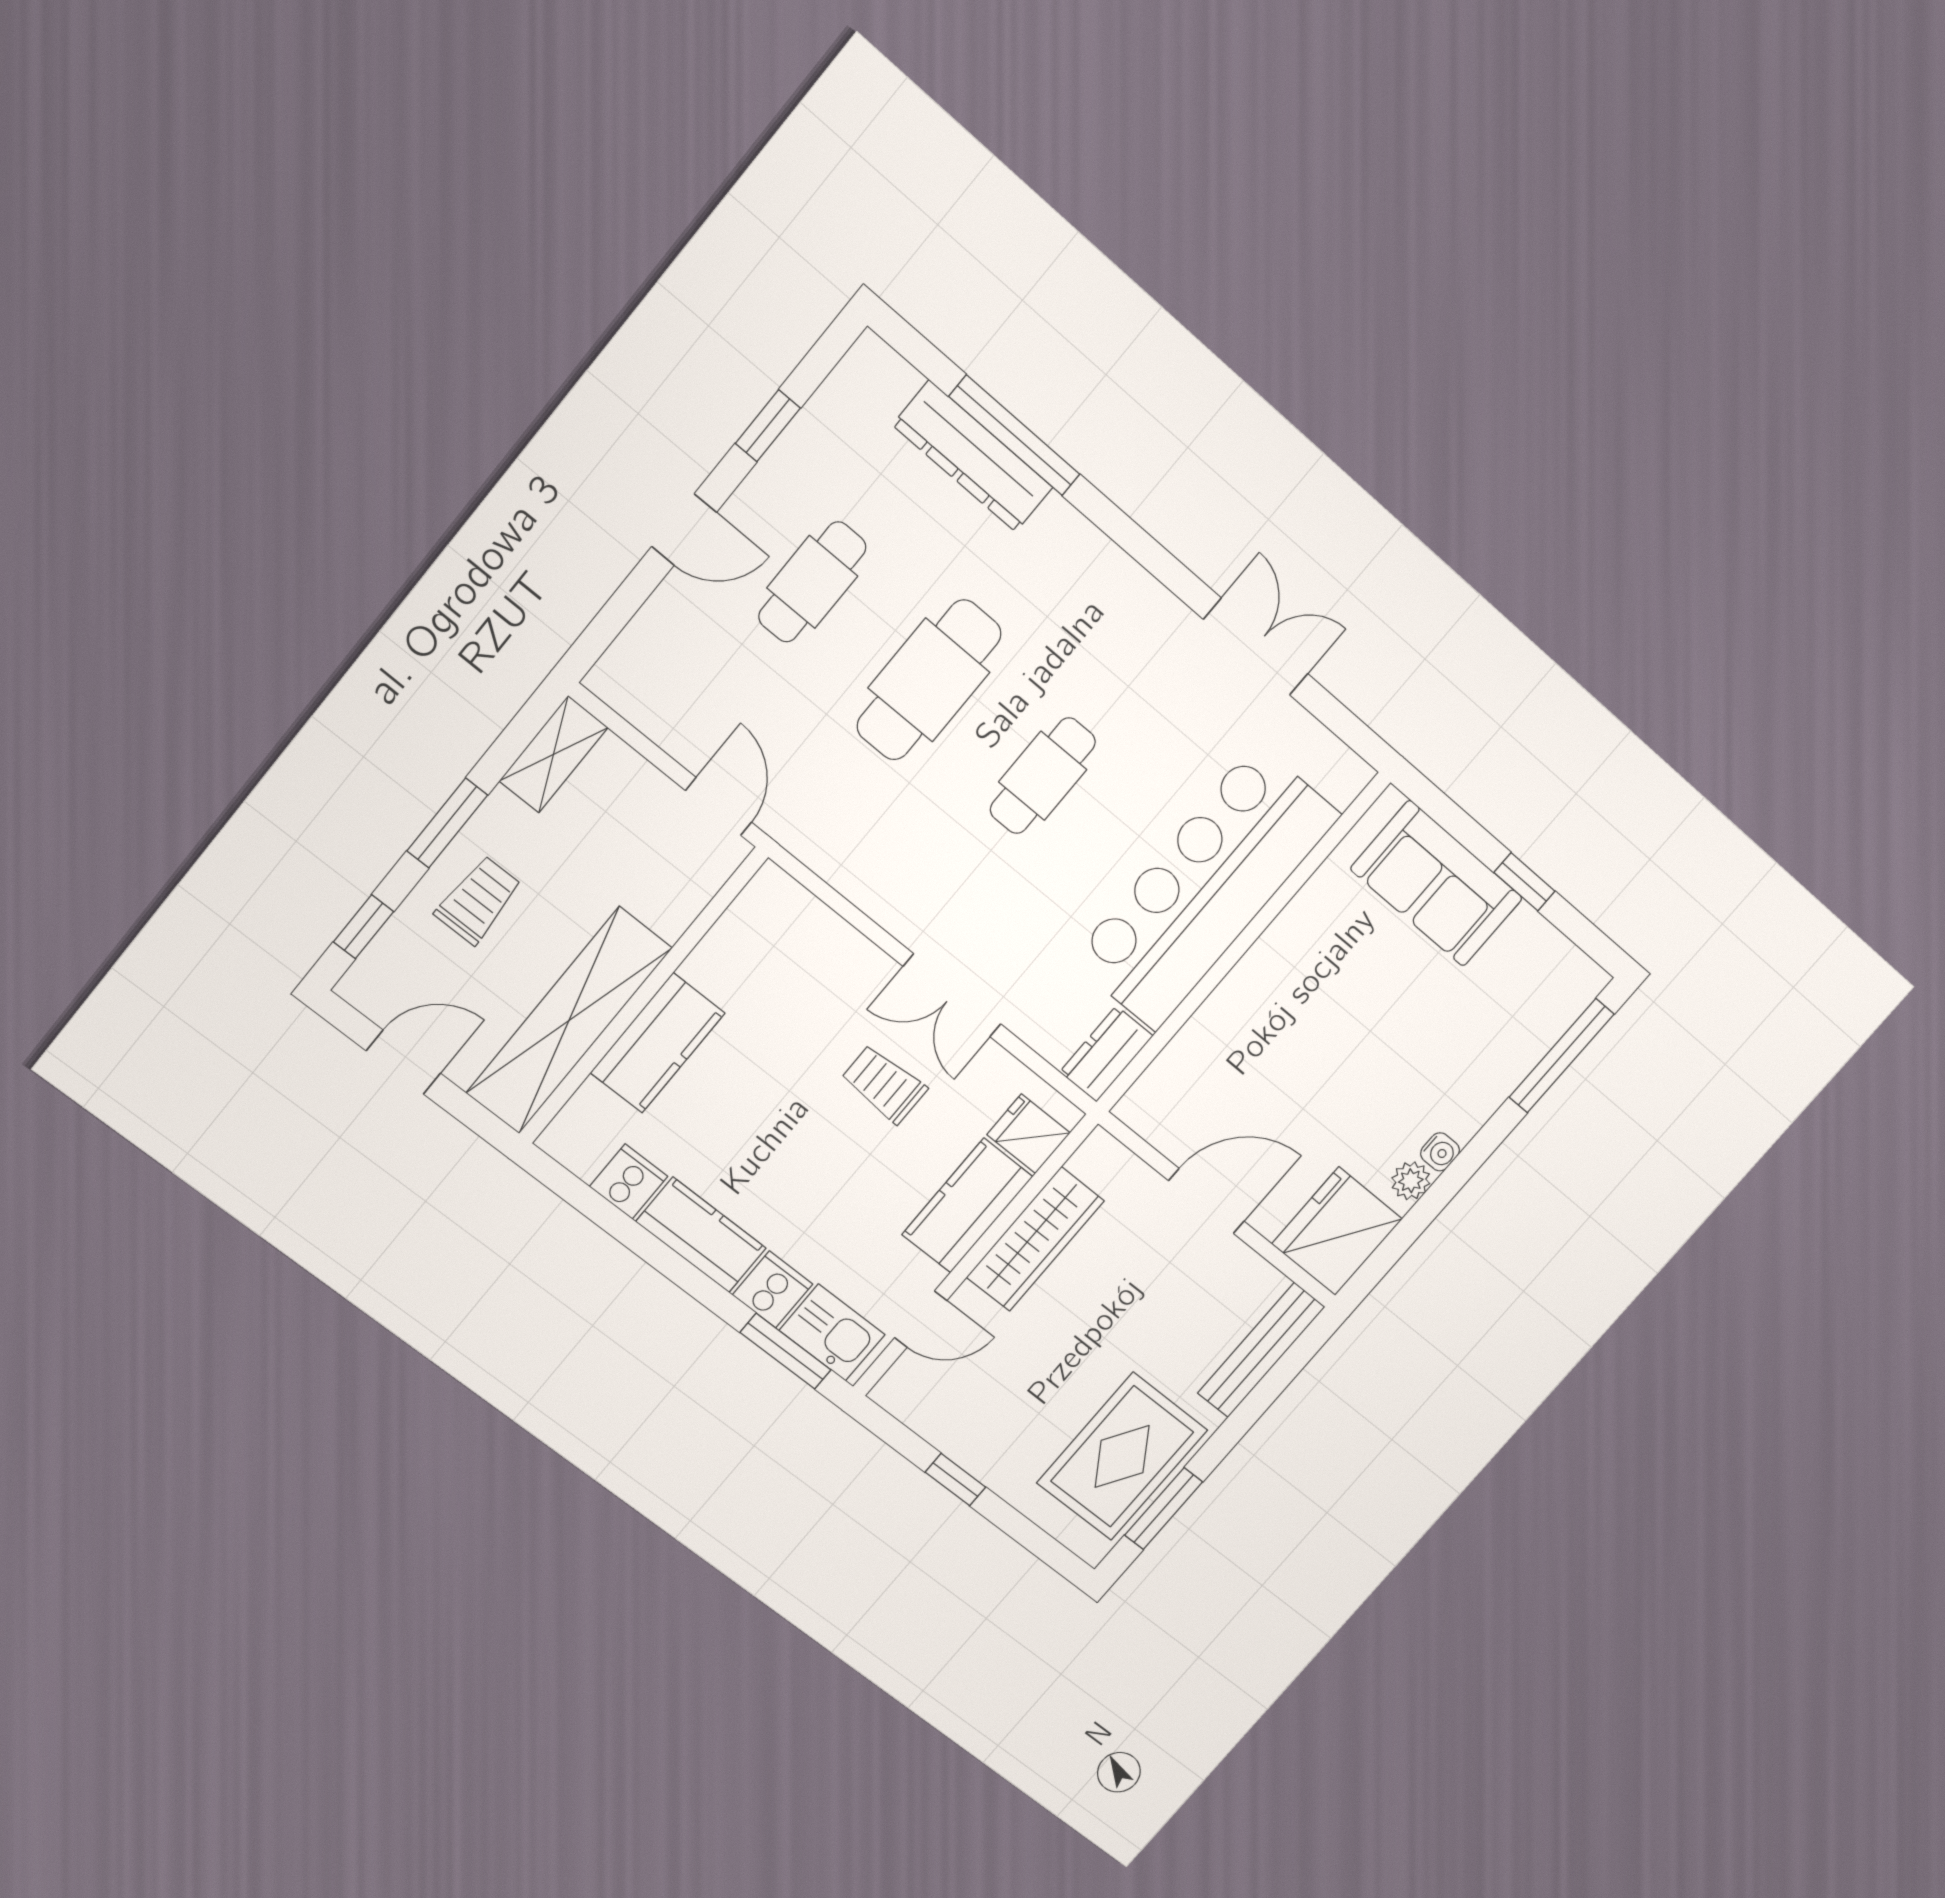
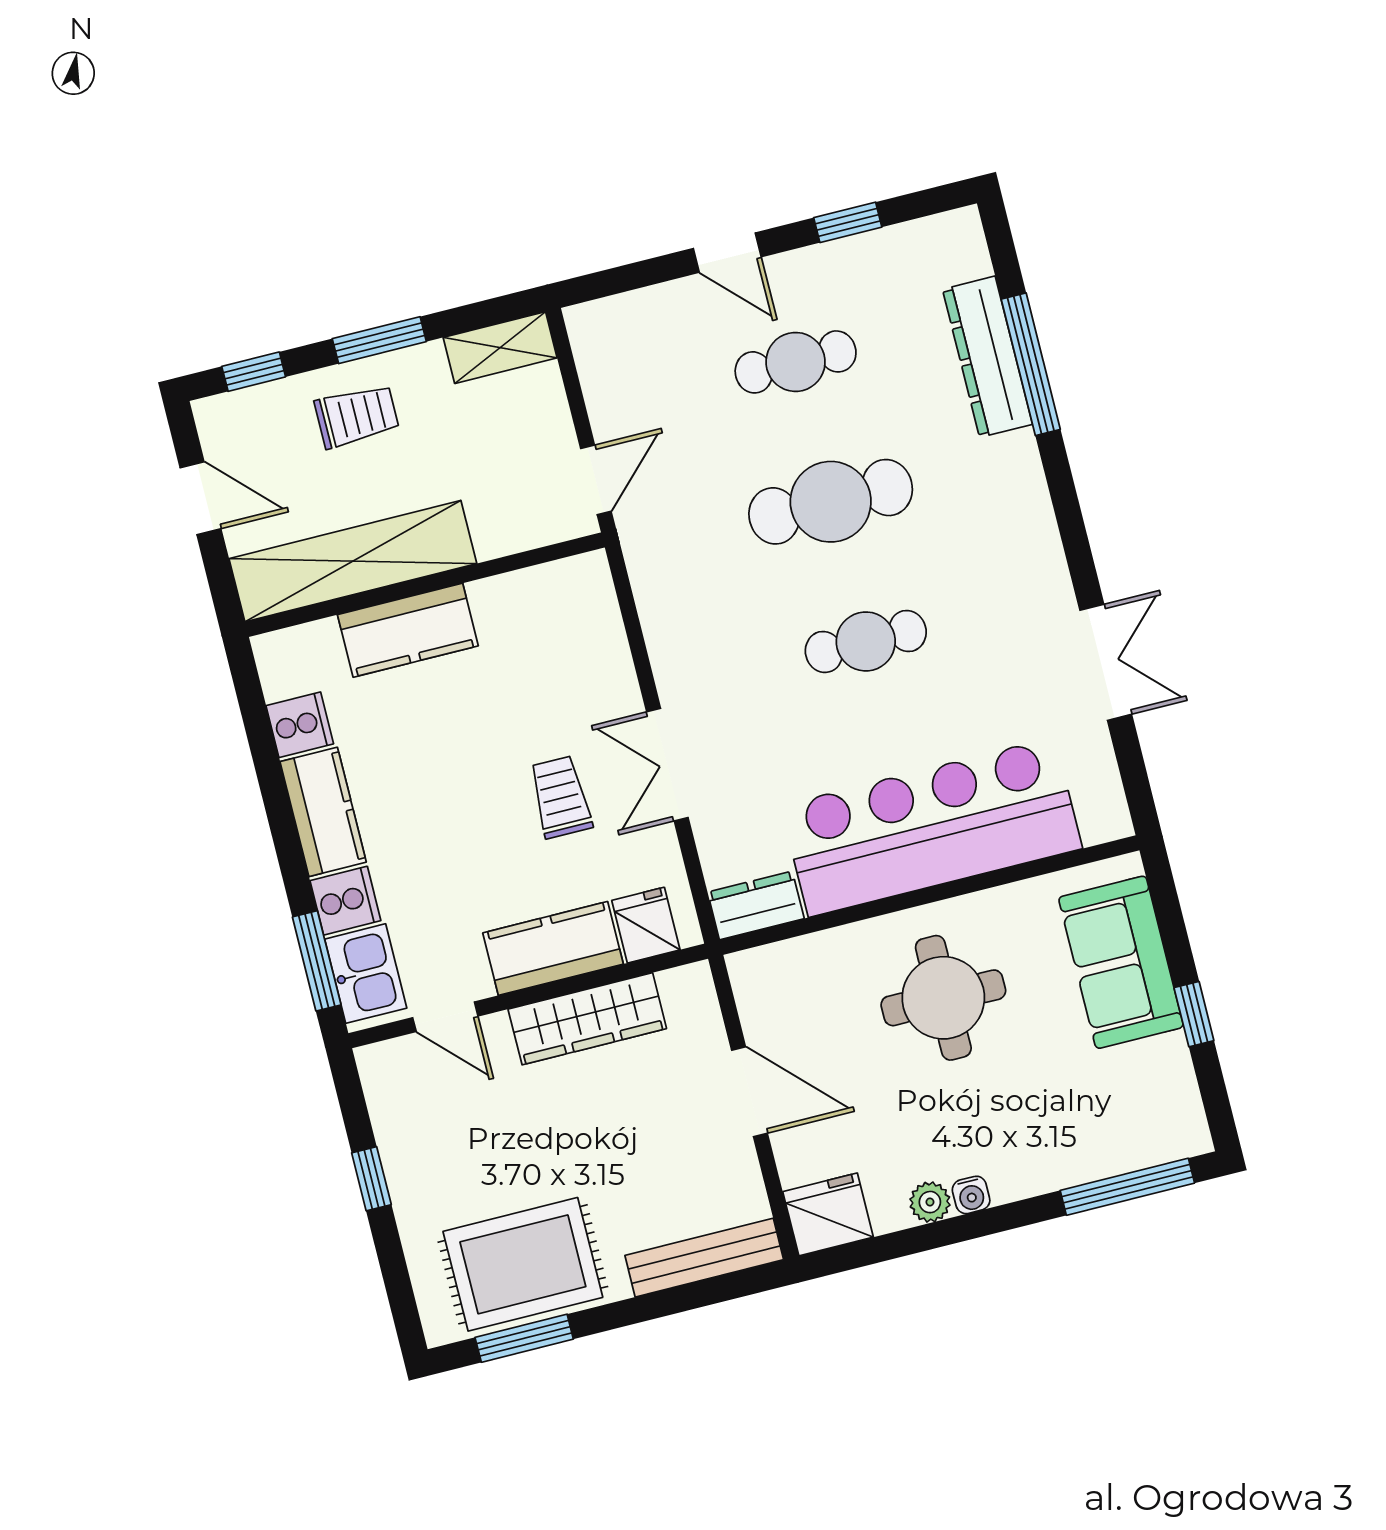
round table: (1311, 1016) -> (943, 998), added
fridge: (1337, 1231) -> (828, 1214), width x0.73, depth x0.75

